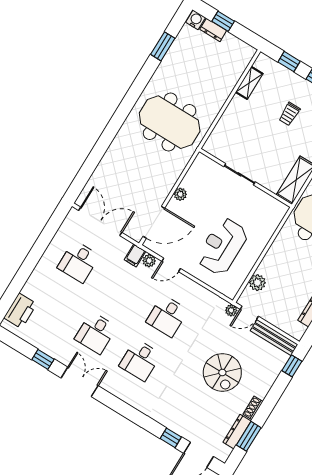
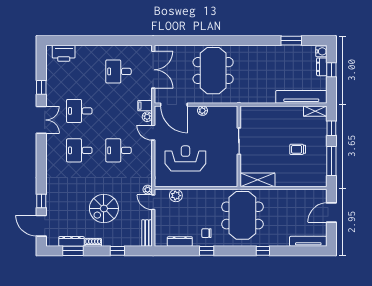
tv unit: (233, 74) -> (301, 97), added
shelving: (249, 83) -> (315, 111), moved
meeting table: (170, 122) -> (213, 71), moved
bench: (274, 338) -> (147, 233), width x0.73
window: (292, 366) -> (117, 251), moved

